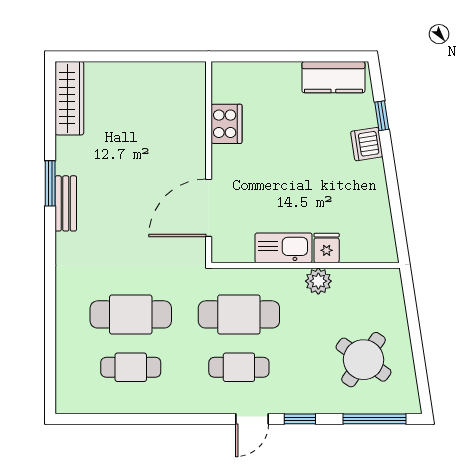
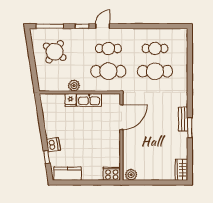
plant: (186, 75) -> (131, 175), added
wardrobe: (69, 98) -> (181, 170), width x0.67
cooker: (227, 124) -> (112, 174), moved, turned 90

